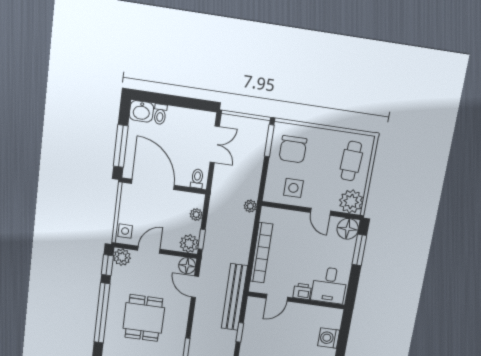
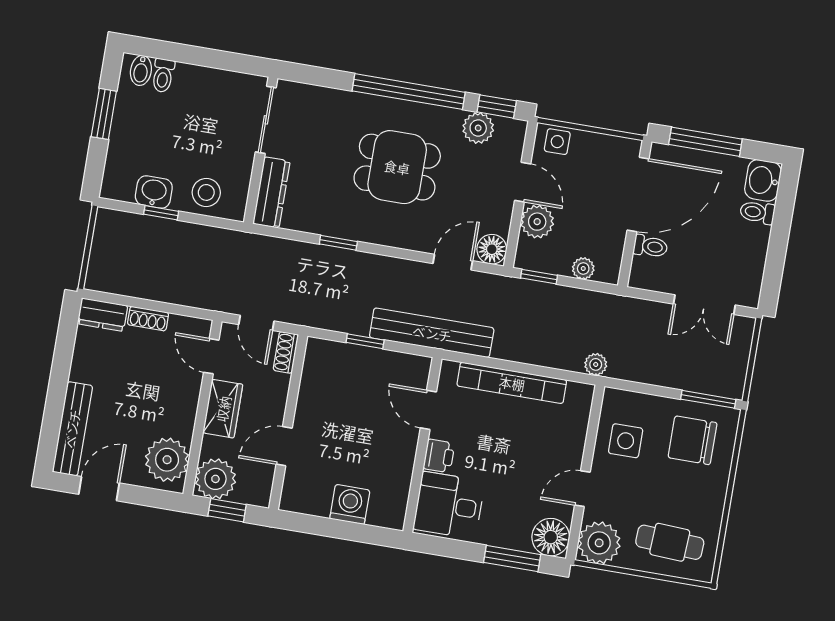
toilet: (197, 179) -> (650, 246), moved
plant: (189, 244) -> (537, 222), moved
plant: (122, 257) -> (478, 128), moved

